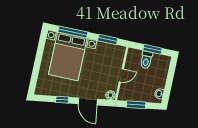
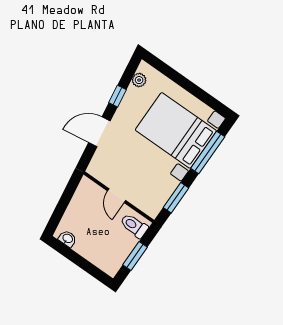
toilet: (146, 60) -> (134, 226), moved
plant: (110, 95) -> (139, 80), moved
window: (136, 105) -> (66, 199), removed

